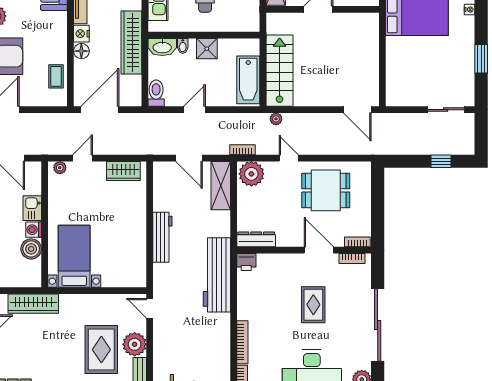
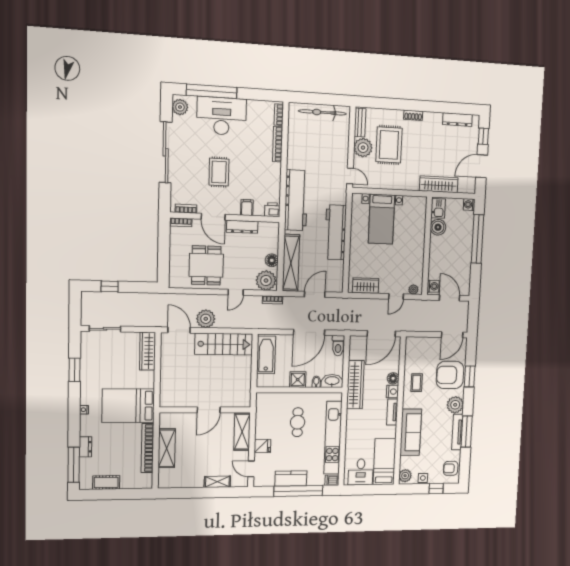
stairs: (280, 71) -> (224, 344), moved, turned -90
coffee table: (56, 76) -> (417, 383), moved
wardrobe: (395, 83) -> (148, 351), added
door: (194, 110) -> (309, 332), width x1.87
plant: (276, 119) -> (206, 319), moved, width x1.87, depth x1.87
door: (189, 158) -> (315, 294), hinge flipped
door: (289, 158) -> (236, 292), hinge flipped
shelving: (221, 186) -> (291, 263), width x1.47
dining table: (326, 190) -> (206, 265), turned 90
floor lamp: (245, 199) -> (272, 260), added
kitchen sink: (32, 208) -> (438, 208), moved
washing machine: (34, 230) -> (433, 286), moved
workbench: (162, 237) -> (335, 232), width x1.36, depth x1.32
dresser: (256, 239) -> (242, 227), moved
bed with nightstands: (74, 256) -> (381, 219), moved
filing cabinet: (278, 263) -> (247, 208), added

